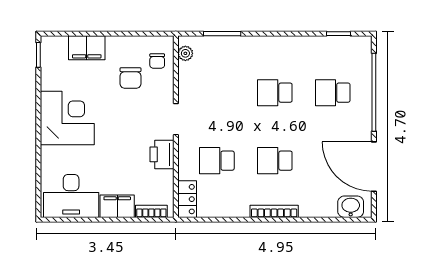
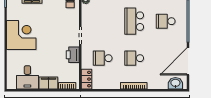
chair: (130, 78) -> (56, 13), removed
school desk: (275, 93) -> (134, 21), width x1.85
door: (374, 167) -> (188, 61), hinge flipped
desk: (71, 196) -> (27, 77), width x0.73

